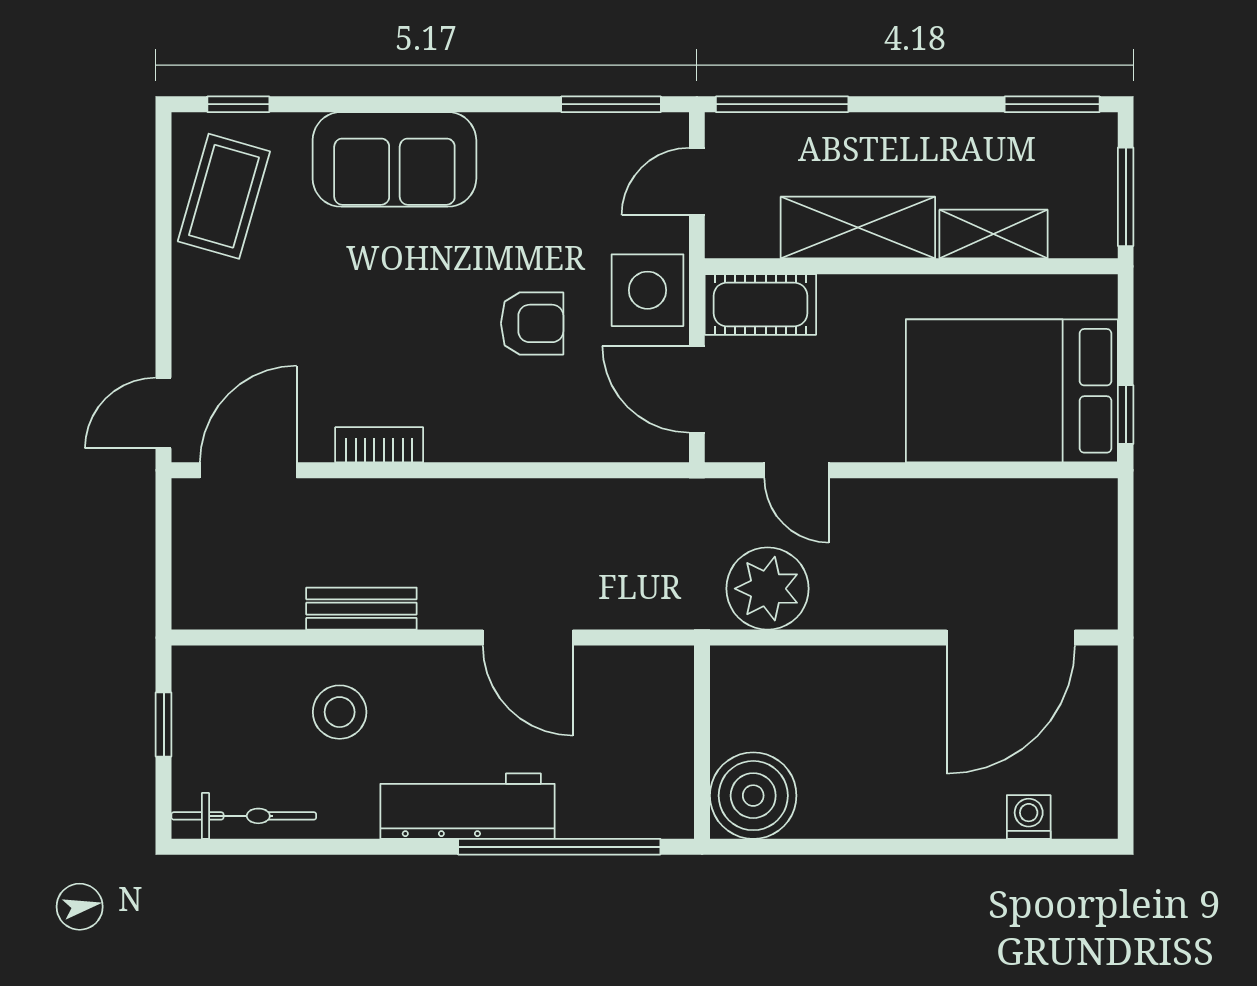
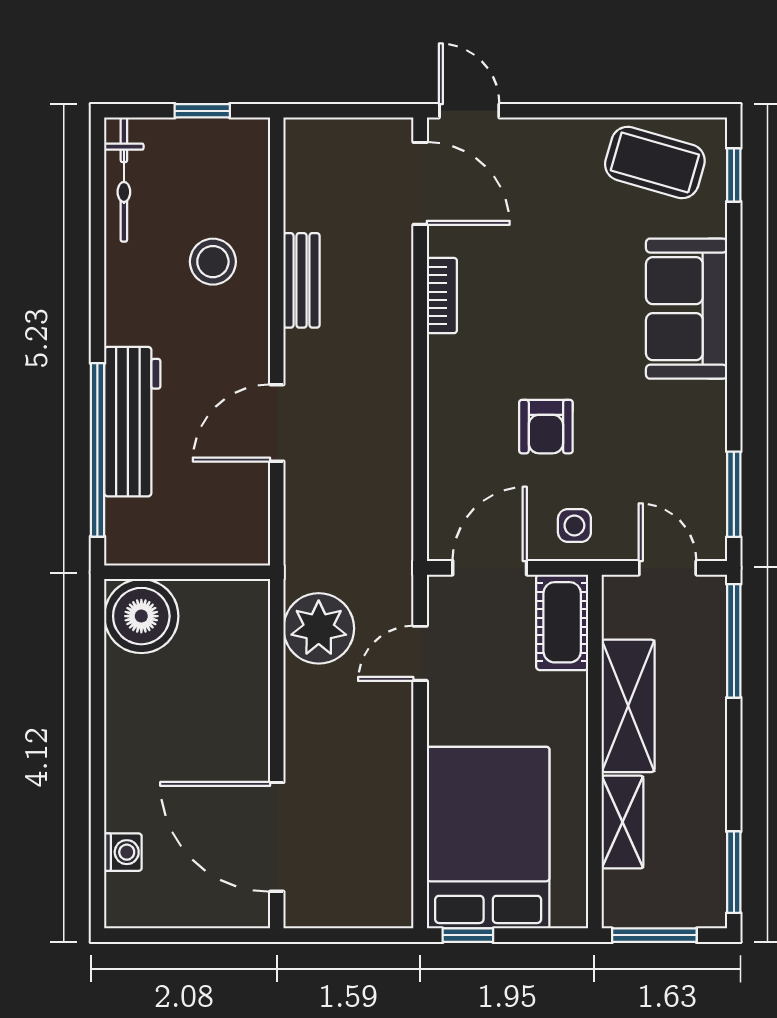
side table: (648, 290) -> (574, 525), width x0.54, depth x0.54
workbench: (468, 806) -> (132, 422), moved

